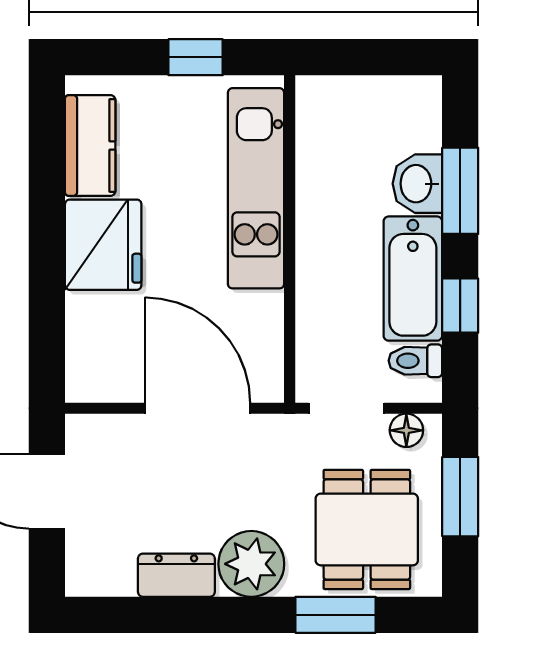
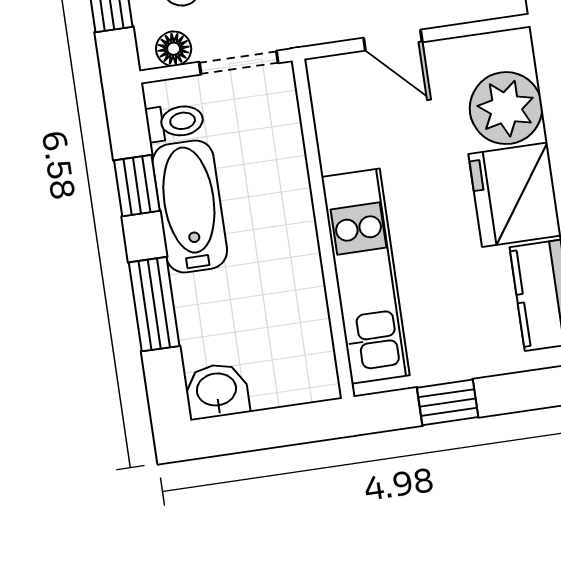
washbasin: (417, 184) -> (217, 391), moved, turned -90
plant: (100, 328) -> (506, 108), added
door: (197, 408) -> (393, 40), width x0.53

